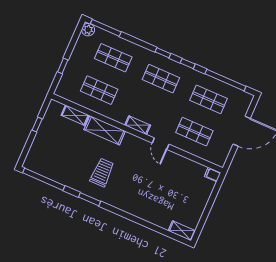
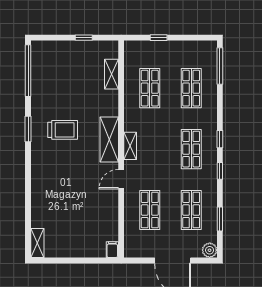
plant: (88, 30) -> (210, 250), moved
window: (225, 80) -> (220, 219), width x0.47
shelving: (105, 130) -> (109, 139), moved

